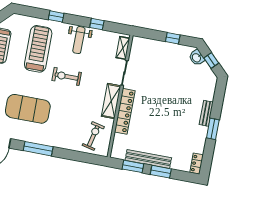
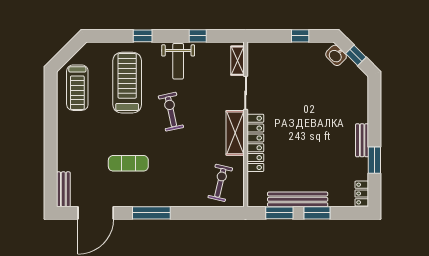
exercise bike: (67, 76) -> (171, 112), turned 78
exercise mat: (28, 109) -> (128, 163), width x0.50, depth x0.69
bench: (206, 113) -> (362, 140), moved
window: (213, 129) -> (374, 160), moved

